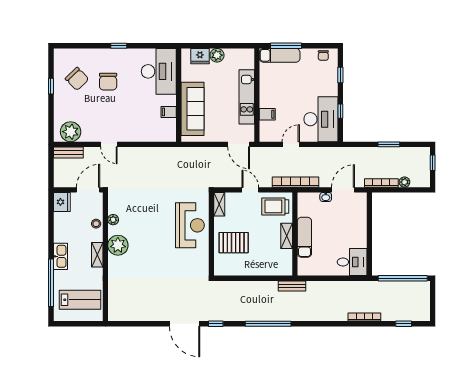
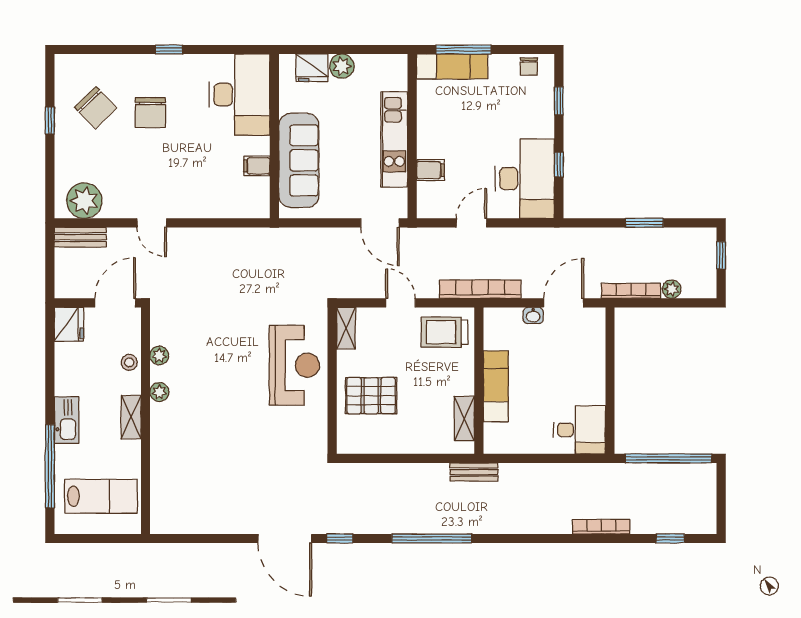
shelving: (287, 236) -> (464, 419), moved
plant: (118, 245) -> (159, 392), width x0.53, depth x0.53

